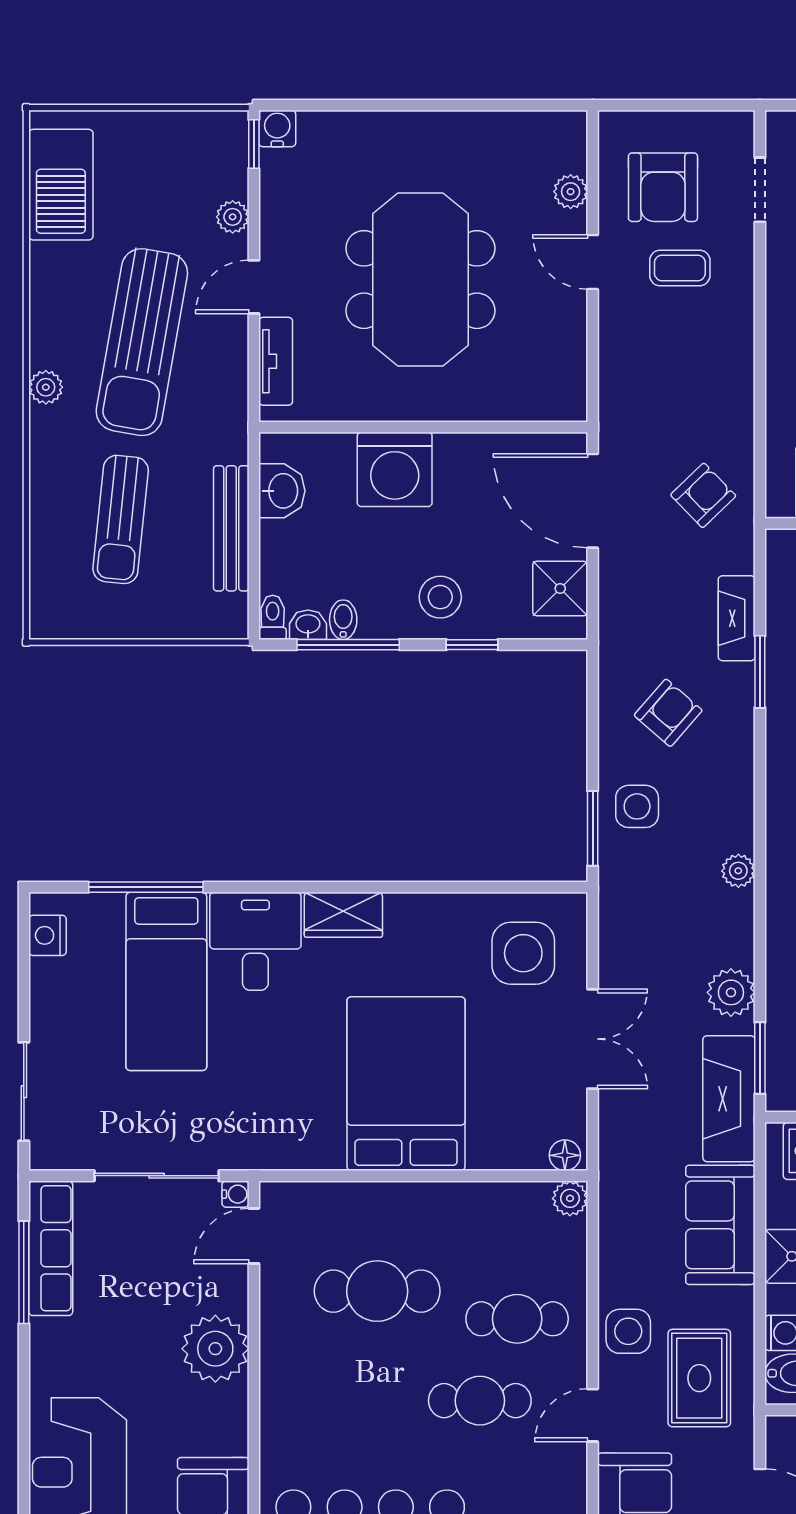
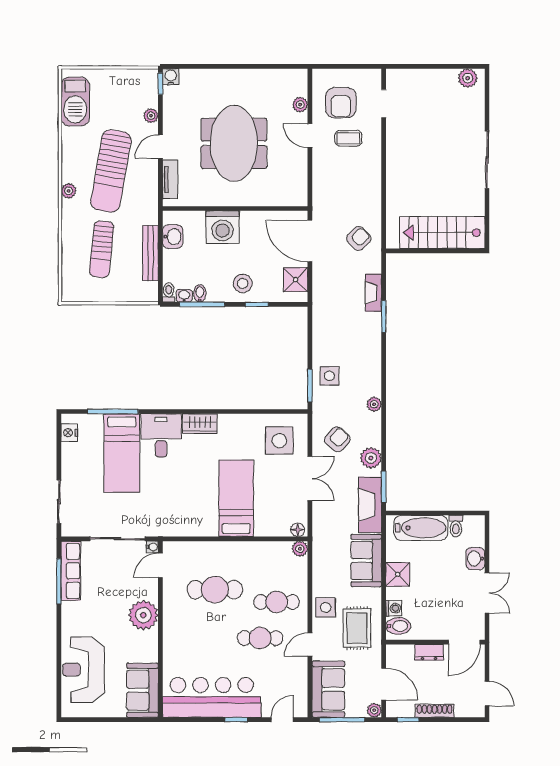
armchair: (668, 713) -> (337, 439), moved
bed: (406, 1084) -> (236, 498), width x0.67

